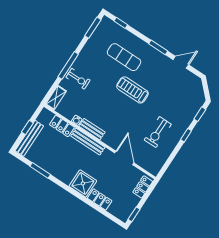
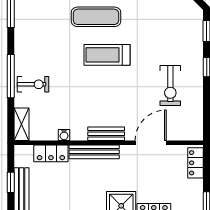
exercise mat: (124, 57) -> (96, 17), moved
bench: (92, 129) -> (106, 134), moved
door: (124, 158) -> (151, 143), hinge flipped

